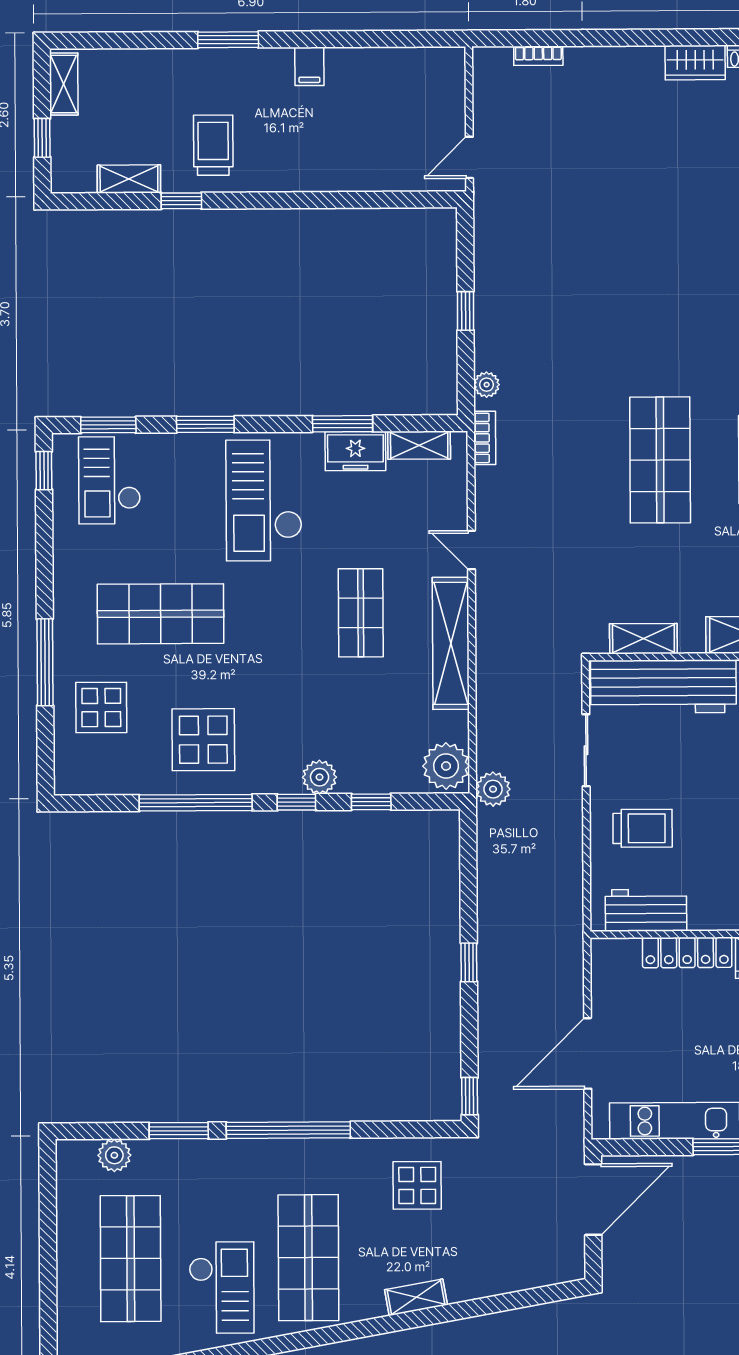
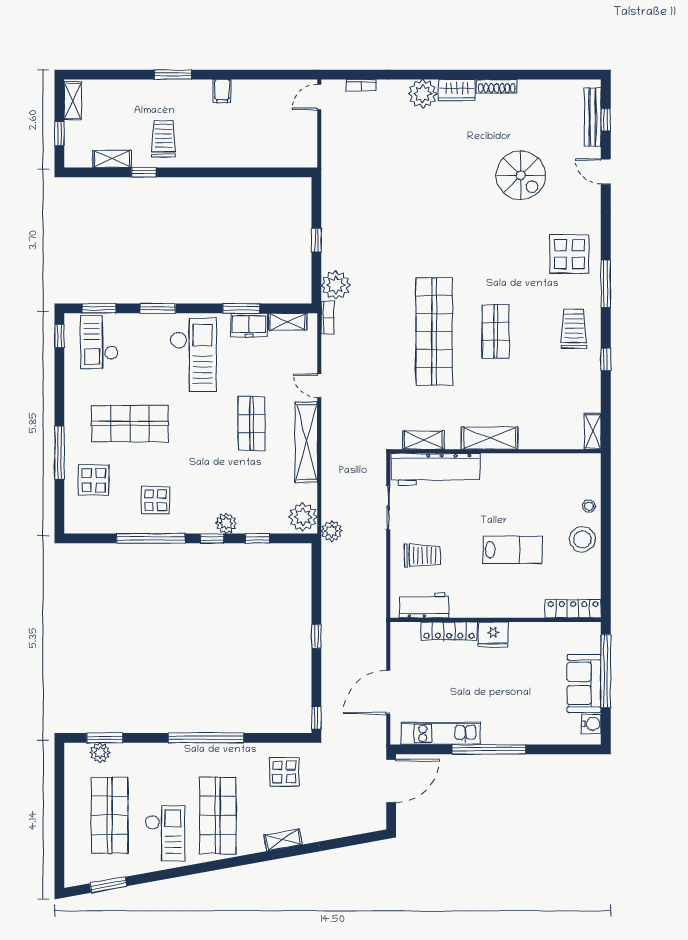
plant: (639, 69) -> (423, 94), added
door: (469, 157) -> (319, 97), moved
plant: (487, 385) -> (336, 285), width x1.87, depth x1.87
shop shelf: (660, 460) -> (434, 331), width x1.40
checkout: (264, 500) -> (193, 355), turned 180
display table: (203, 740) -> (155, 500), width x0.73, depth x0.73
window: (179, 1131) -> (105, 738), moved

